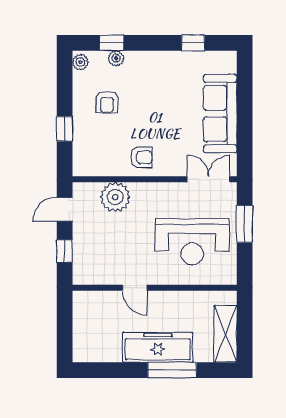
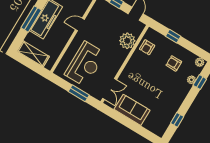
sofa: (220, 114) -> (132, 110), width x0.73
armchair: (141, 157) -> (147, 47), moved
reception desk: (192, 242) -> (85, 64), turned 180

